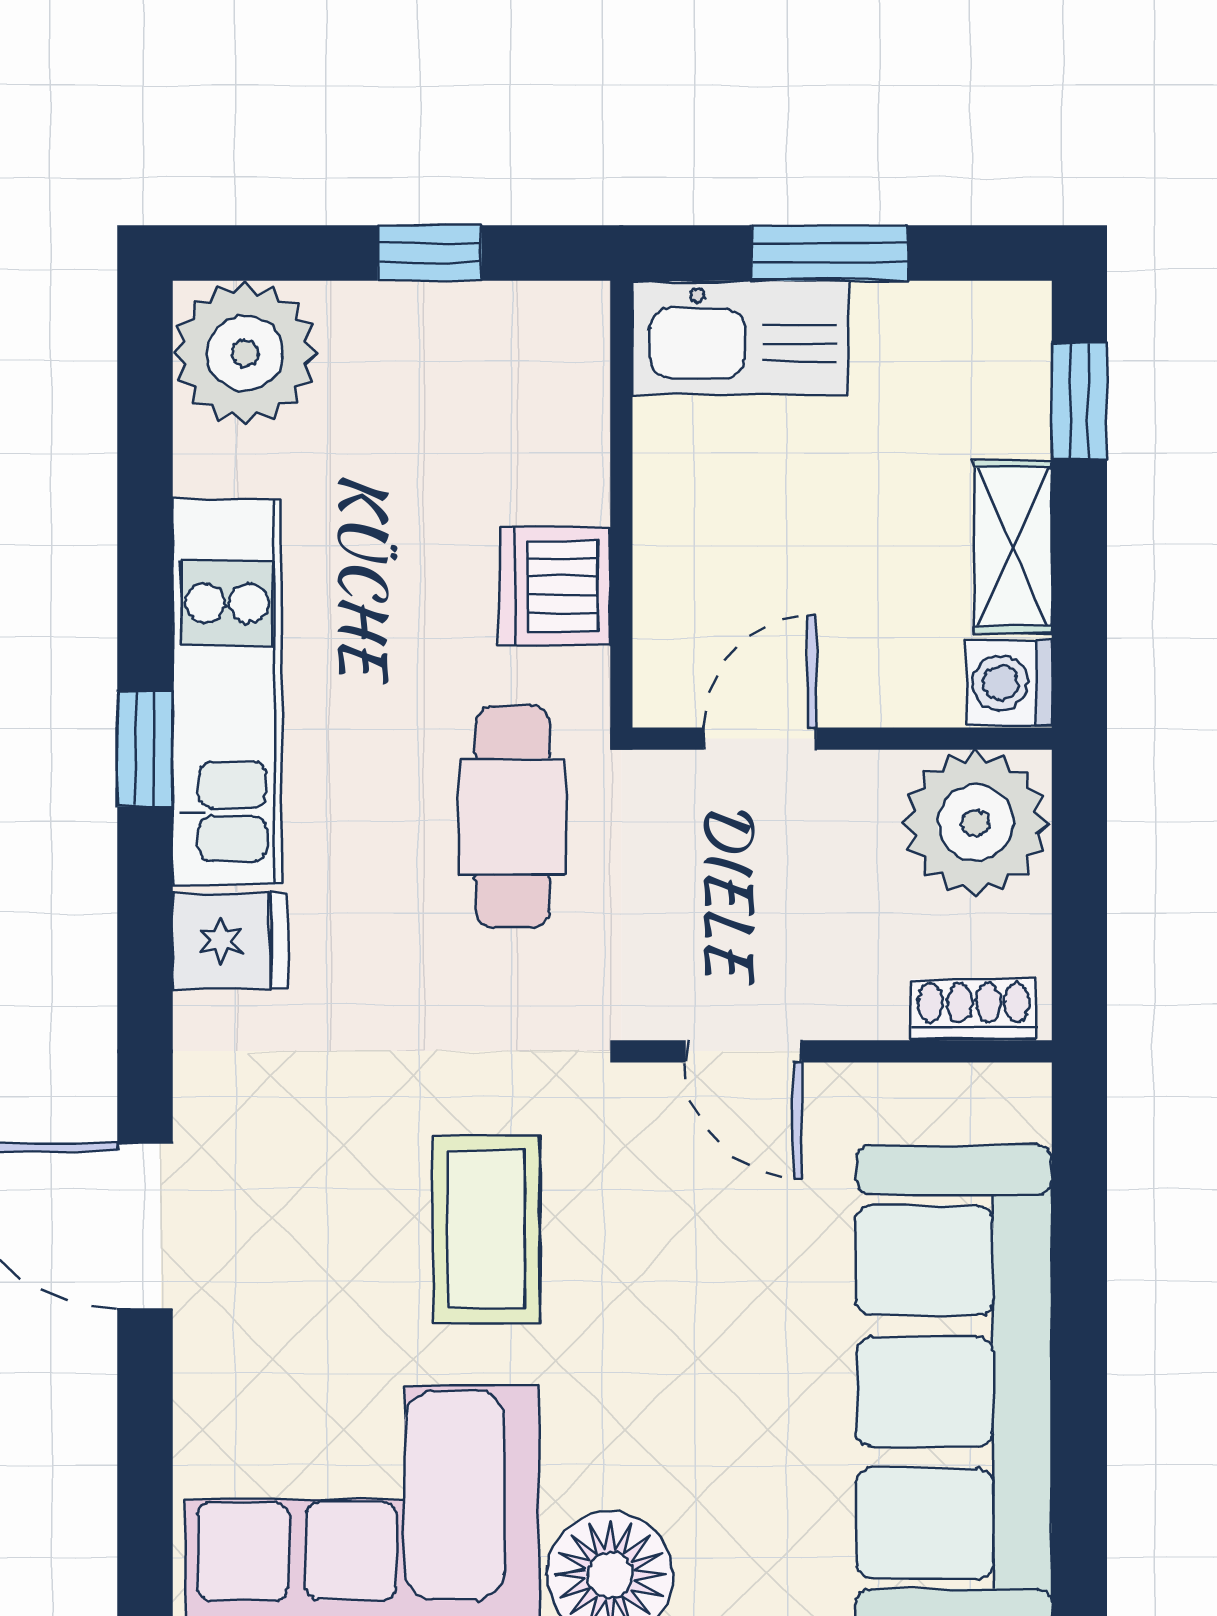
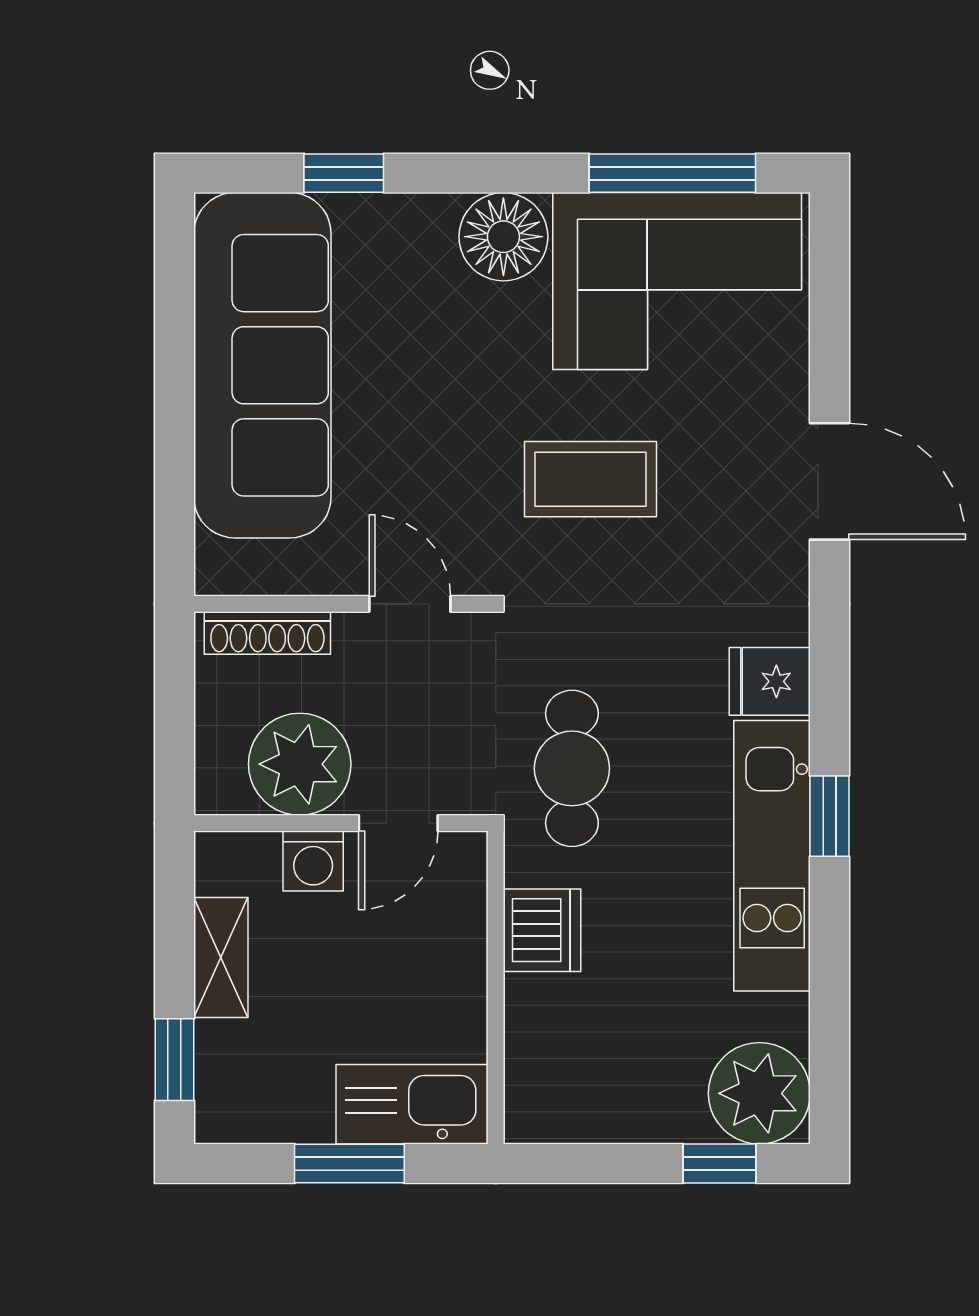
window: (429, 253) -> (720, 1164), moved
washing machine: (1009, 683) -> (313, 861), moved, turned 90
plant: (976, 823) -> (300, 764), moved
shoe rack: (974, 1010) -> (267, 633), width x1.43
coffee table: (486, 1229) -> (590, 479), turned 90

